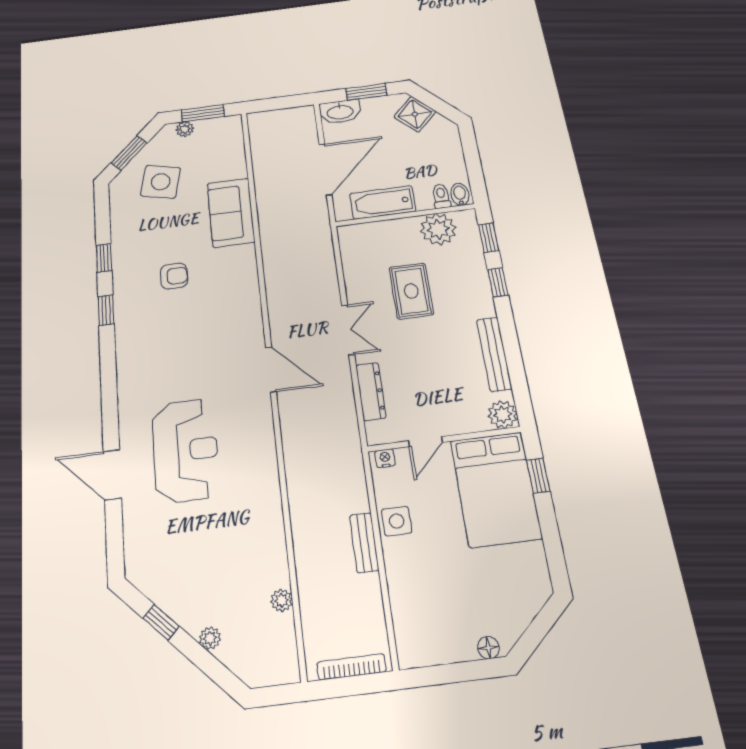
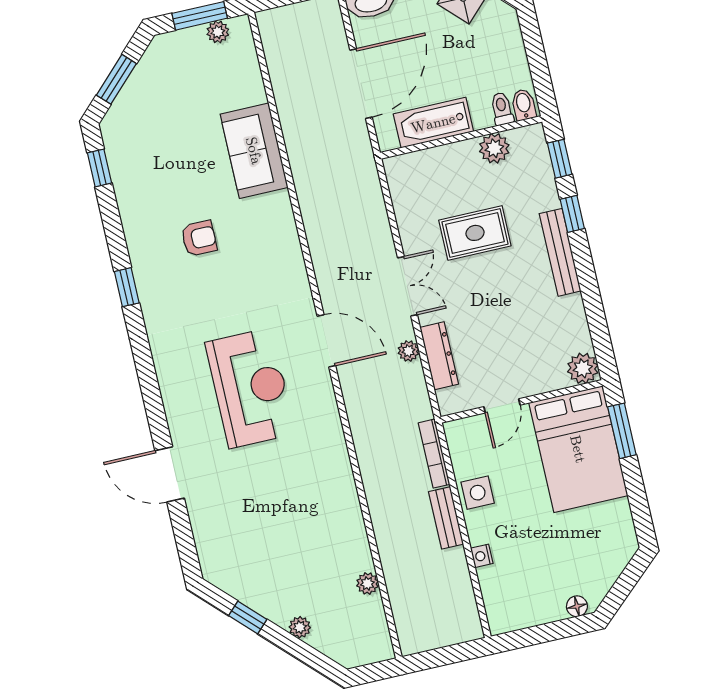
plant: (185, 129) -> (218, 32), moved
side table: (161, 182) -> (162, 116), removed
plant: (438, 229) -> (494, 148), width x0.73, depth x0.73
window: (104, 258) -> (100, 168), moved
rug: (411, 291) -> (475, 233), turned 90
bench: (494, 354) -> (560, 252), moved
plant: (343, 385) -> (408, 351), added
reception desk: (185, 450) -> (250, 388), moved
nightstand: (385, 458) -> (482, 556), moved, turned -90
window: (538, 476) -> (622, 431), width x1.50
bookcase: (352, 667) -> (434, 454), moved, turned -90

